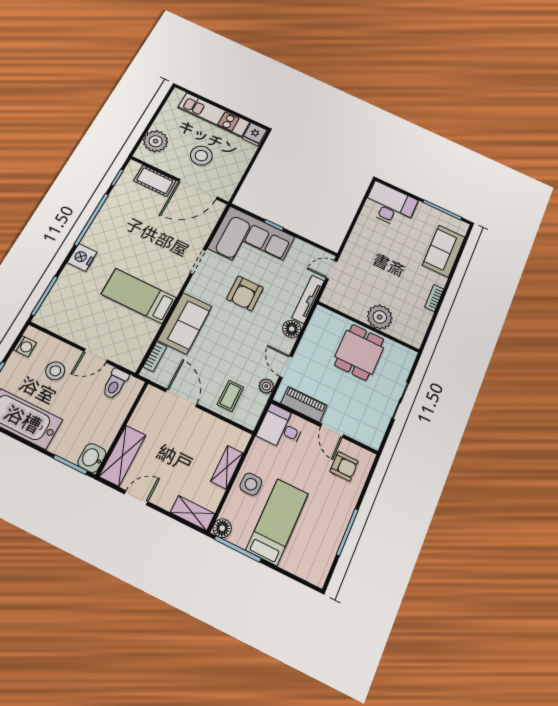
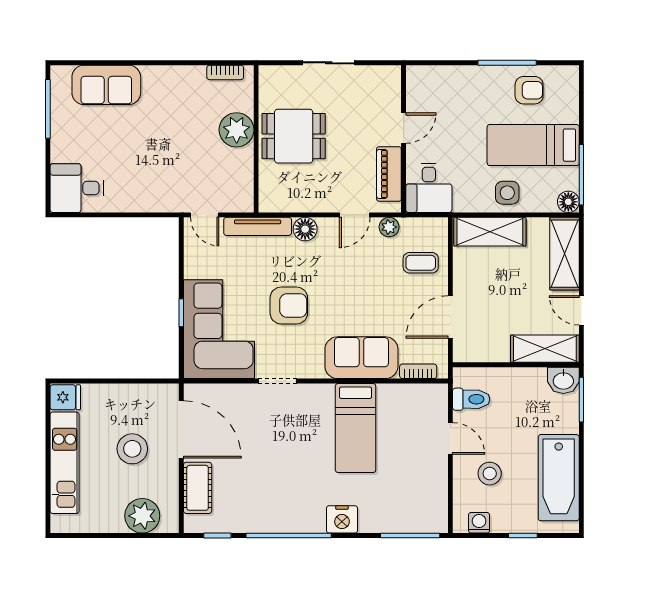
desk: (390, 205) -> (77, 188), width x0.73
bookcase: (434, 298) -> (225, 72), moved
armchair: (344, 466) -> (529, 90), moved, turned 90
shelving: (227, 467) -> (490, 232), width x1.50, depth x1.33
shelving: (193, 513) -> (564, 254), width x1.50, depth x1.33

